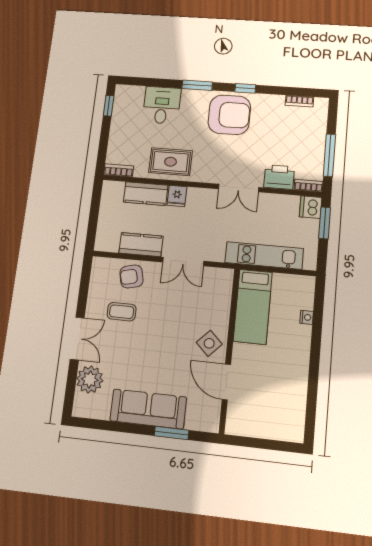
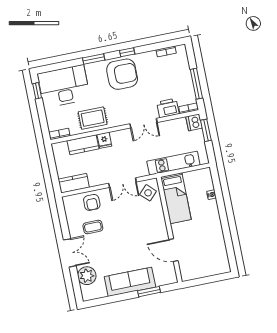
desk: (162, 105) -> (64, 86), width x1.87, depth x1.30
kitchen counter: (141, 245) -> (74, 183), moved
armchair: (131, 276) -> (92, 202), turned -77
side table: (209, 343) -> (148, 193), moved

